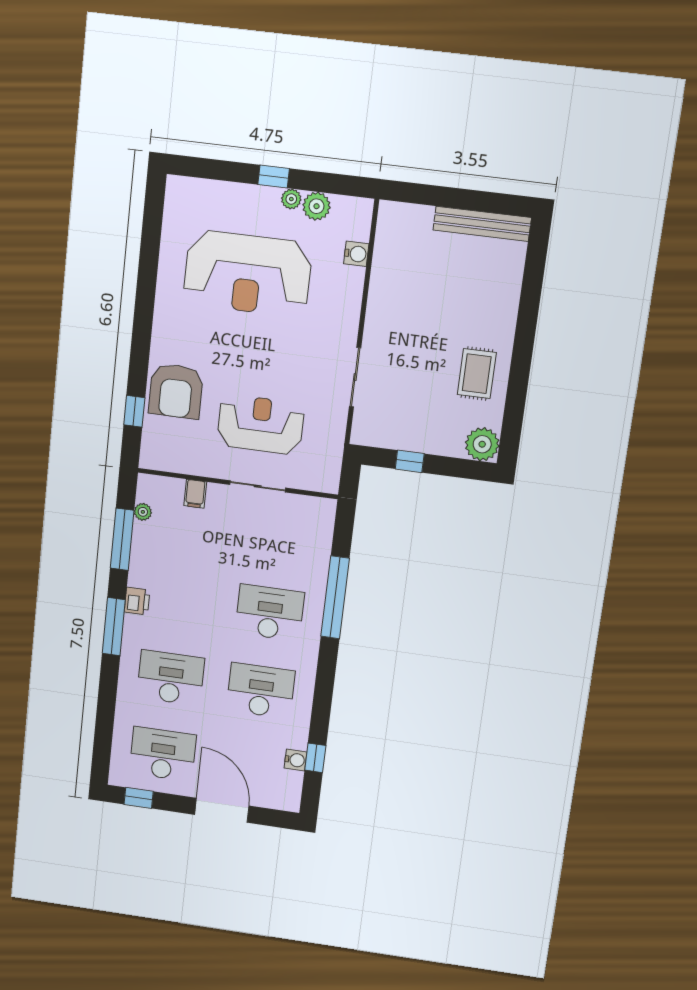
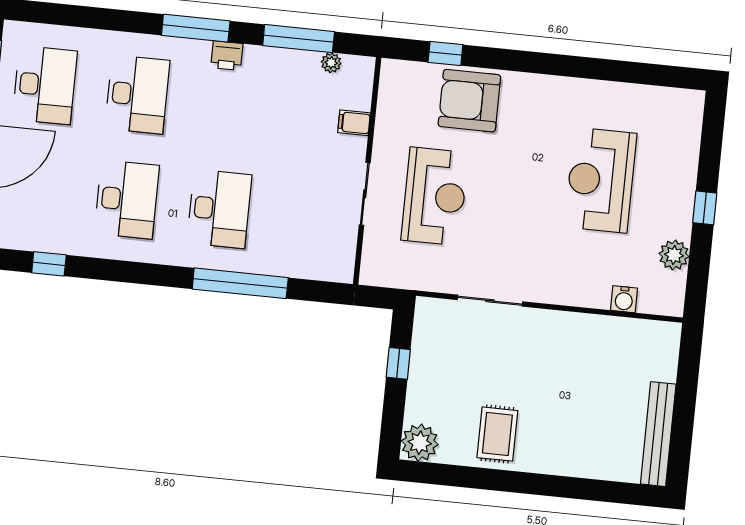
plant: (291, 199) -> (681, 227), removed
reception desk: (247, 273) -> (601, 180), width x0.74, depth x0.77
rug: (477, 374) -> (497, 434), turned 90
water cooler: (295, 760) -> (45, 241), removed

